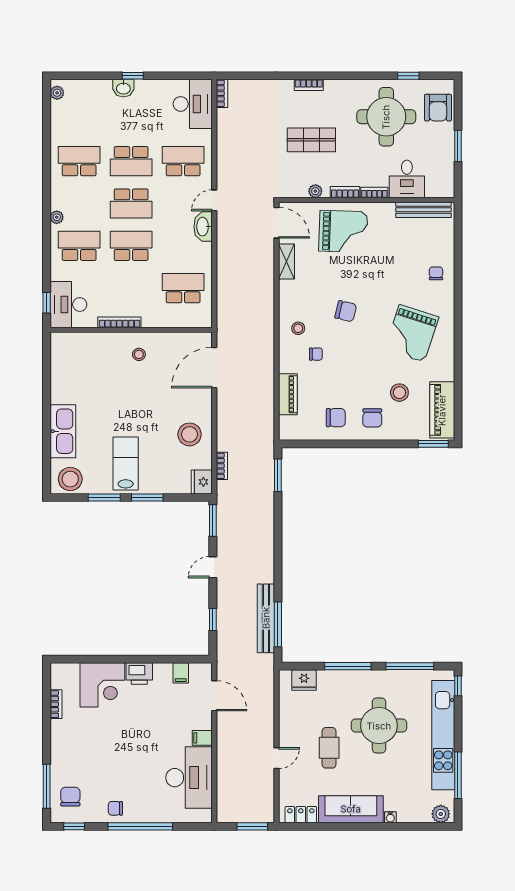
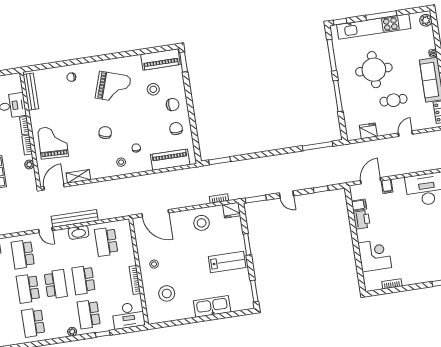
school desk: (131, 161) -> (28, 288), turned 180
washbasin: (203, 227) -> (79, 232), moved
window: (47, 303) -> (103, 334), moved
piano: (288, 394) -> (170, 160), width x1.37, depth x1.33
lab bench: (126, 464) -> (227, 262), turned 180
stool: (70, 479) -> (167, 293), moved
window: (104, 497) -> (254, 291), moved
bench: (266, 618) -> (75, 218), moved
printer: (139, 674) -> (362, 220), moved
fridge: (304, 680) -> (368, 131), moved, turned -90
filing cabinet: (202, 738) -> (387, 186), moved
door: (277, 758) -> (405, 134), hinge flipped
window: (458, 775) -> (381, 15), moved

